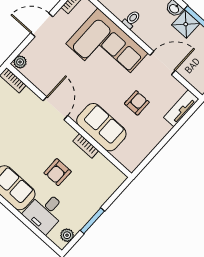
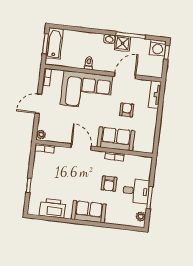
desk: (45, 212) -> (136, 191), moved, turned -90

